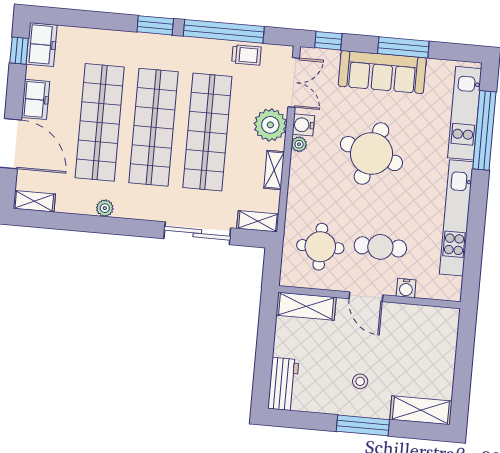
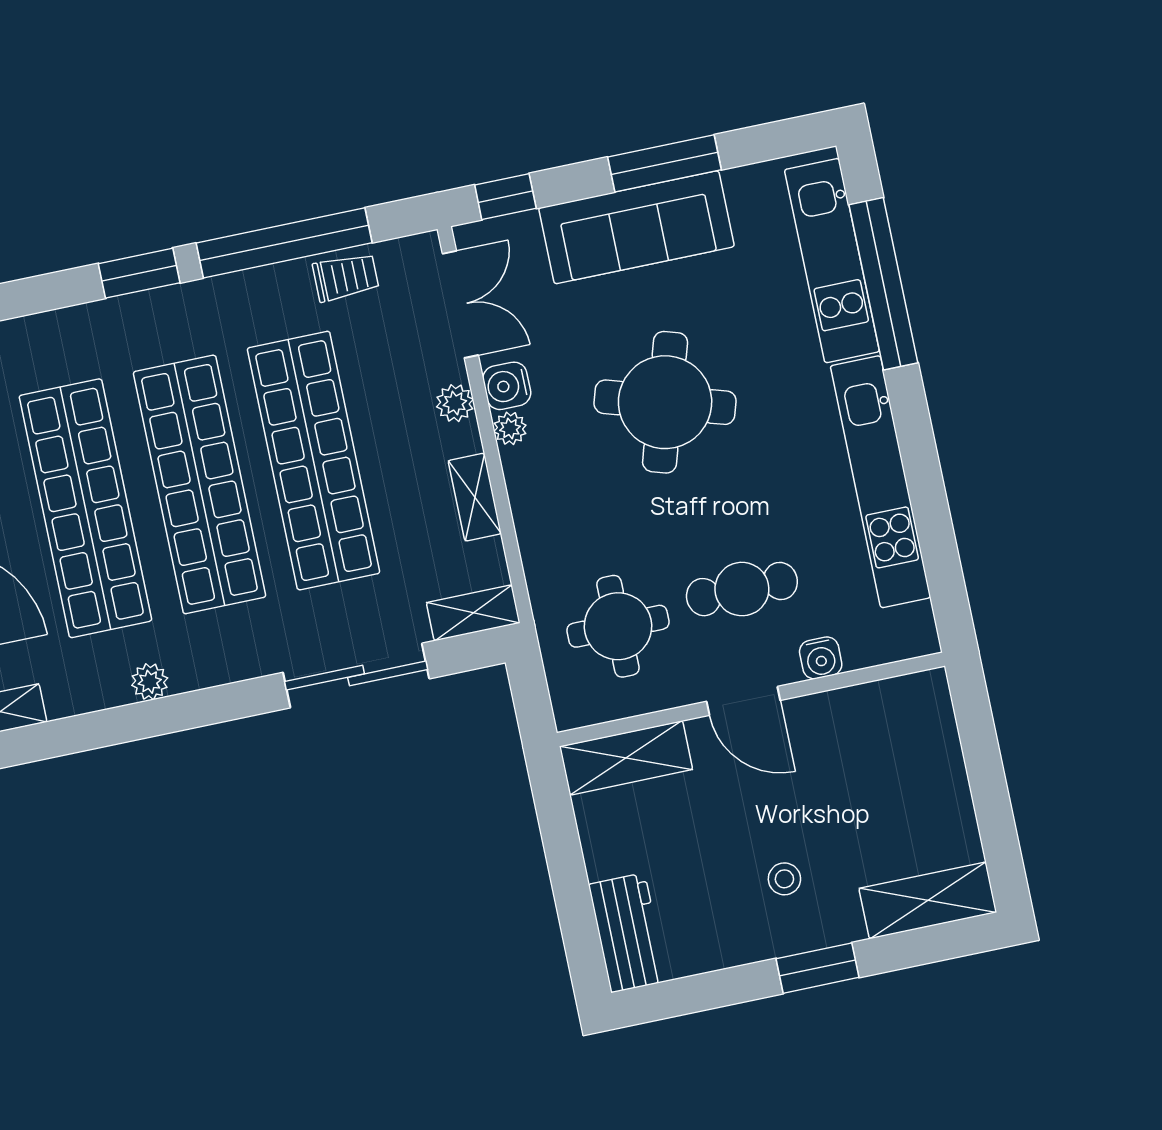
plant: (270, 125) -> (455, 403), width x0.53, depth x0.53
window: (363, 425) -> (818, 968), width x0.69

